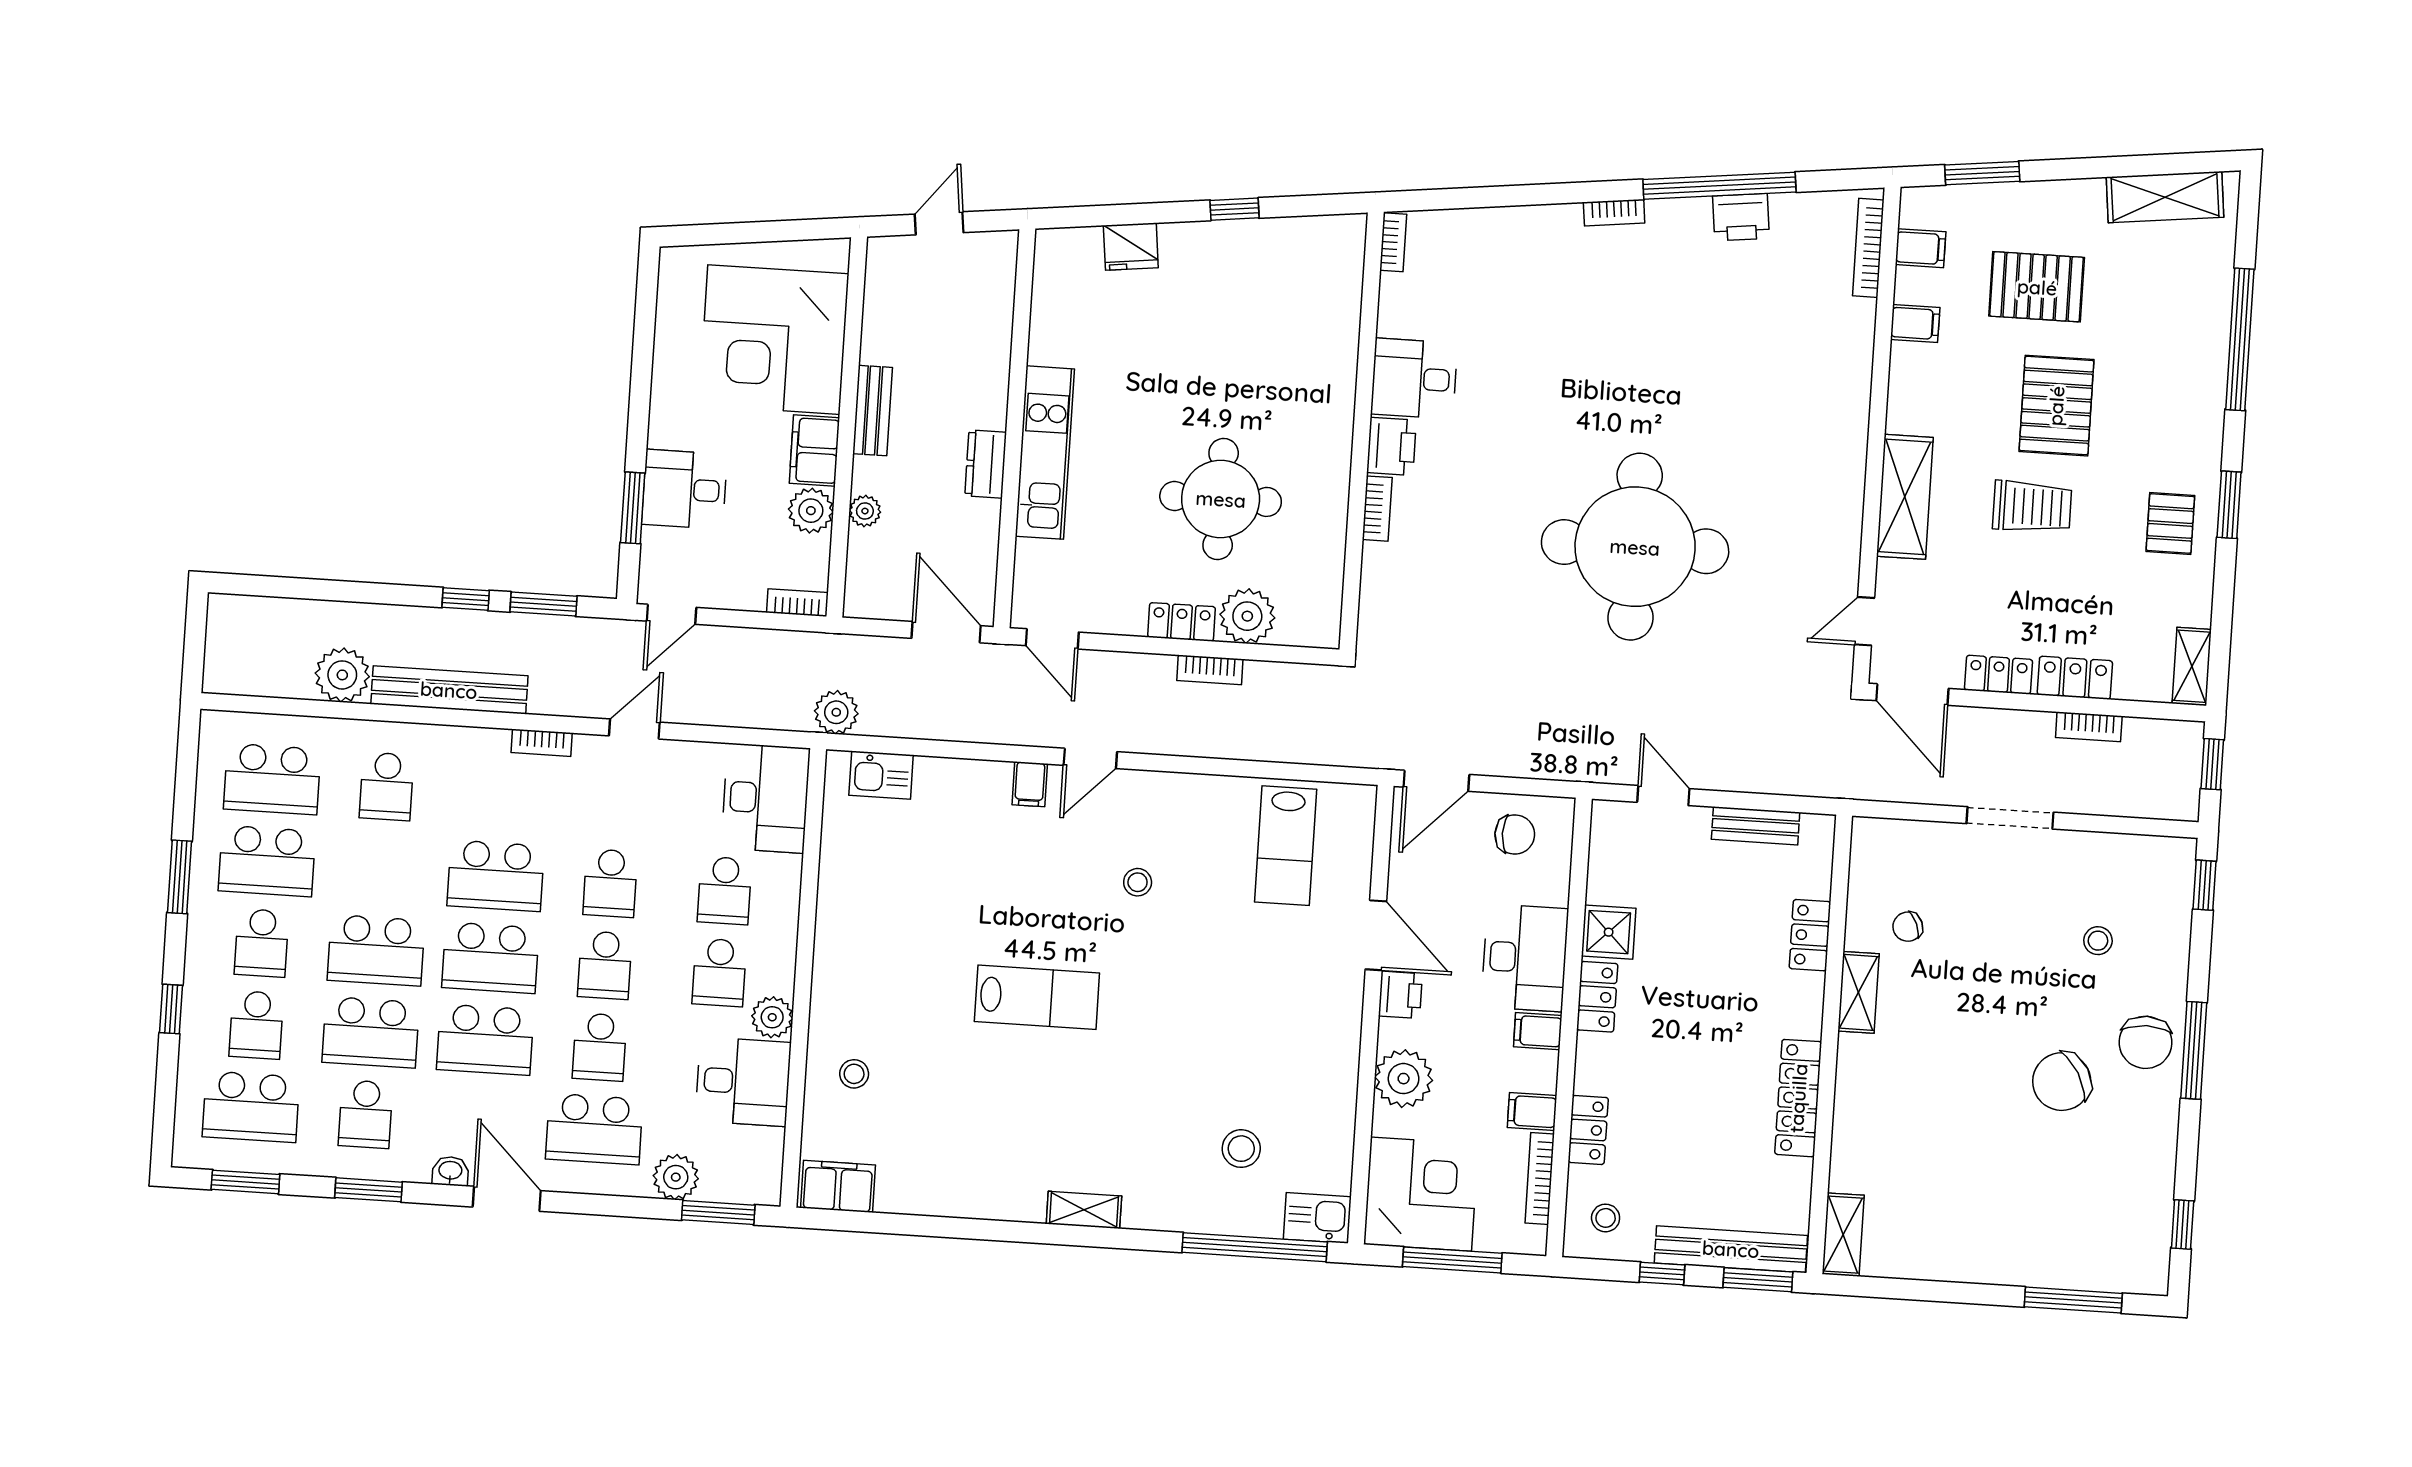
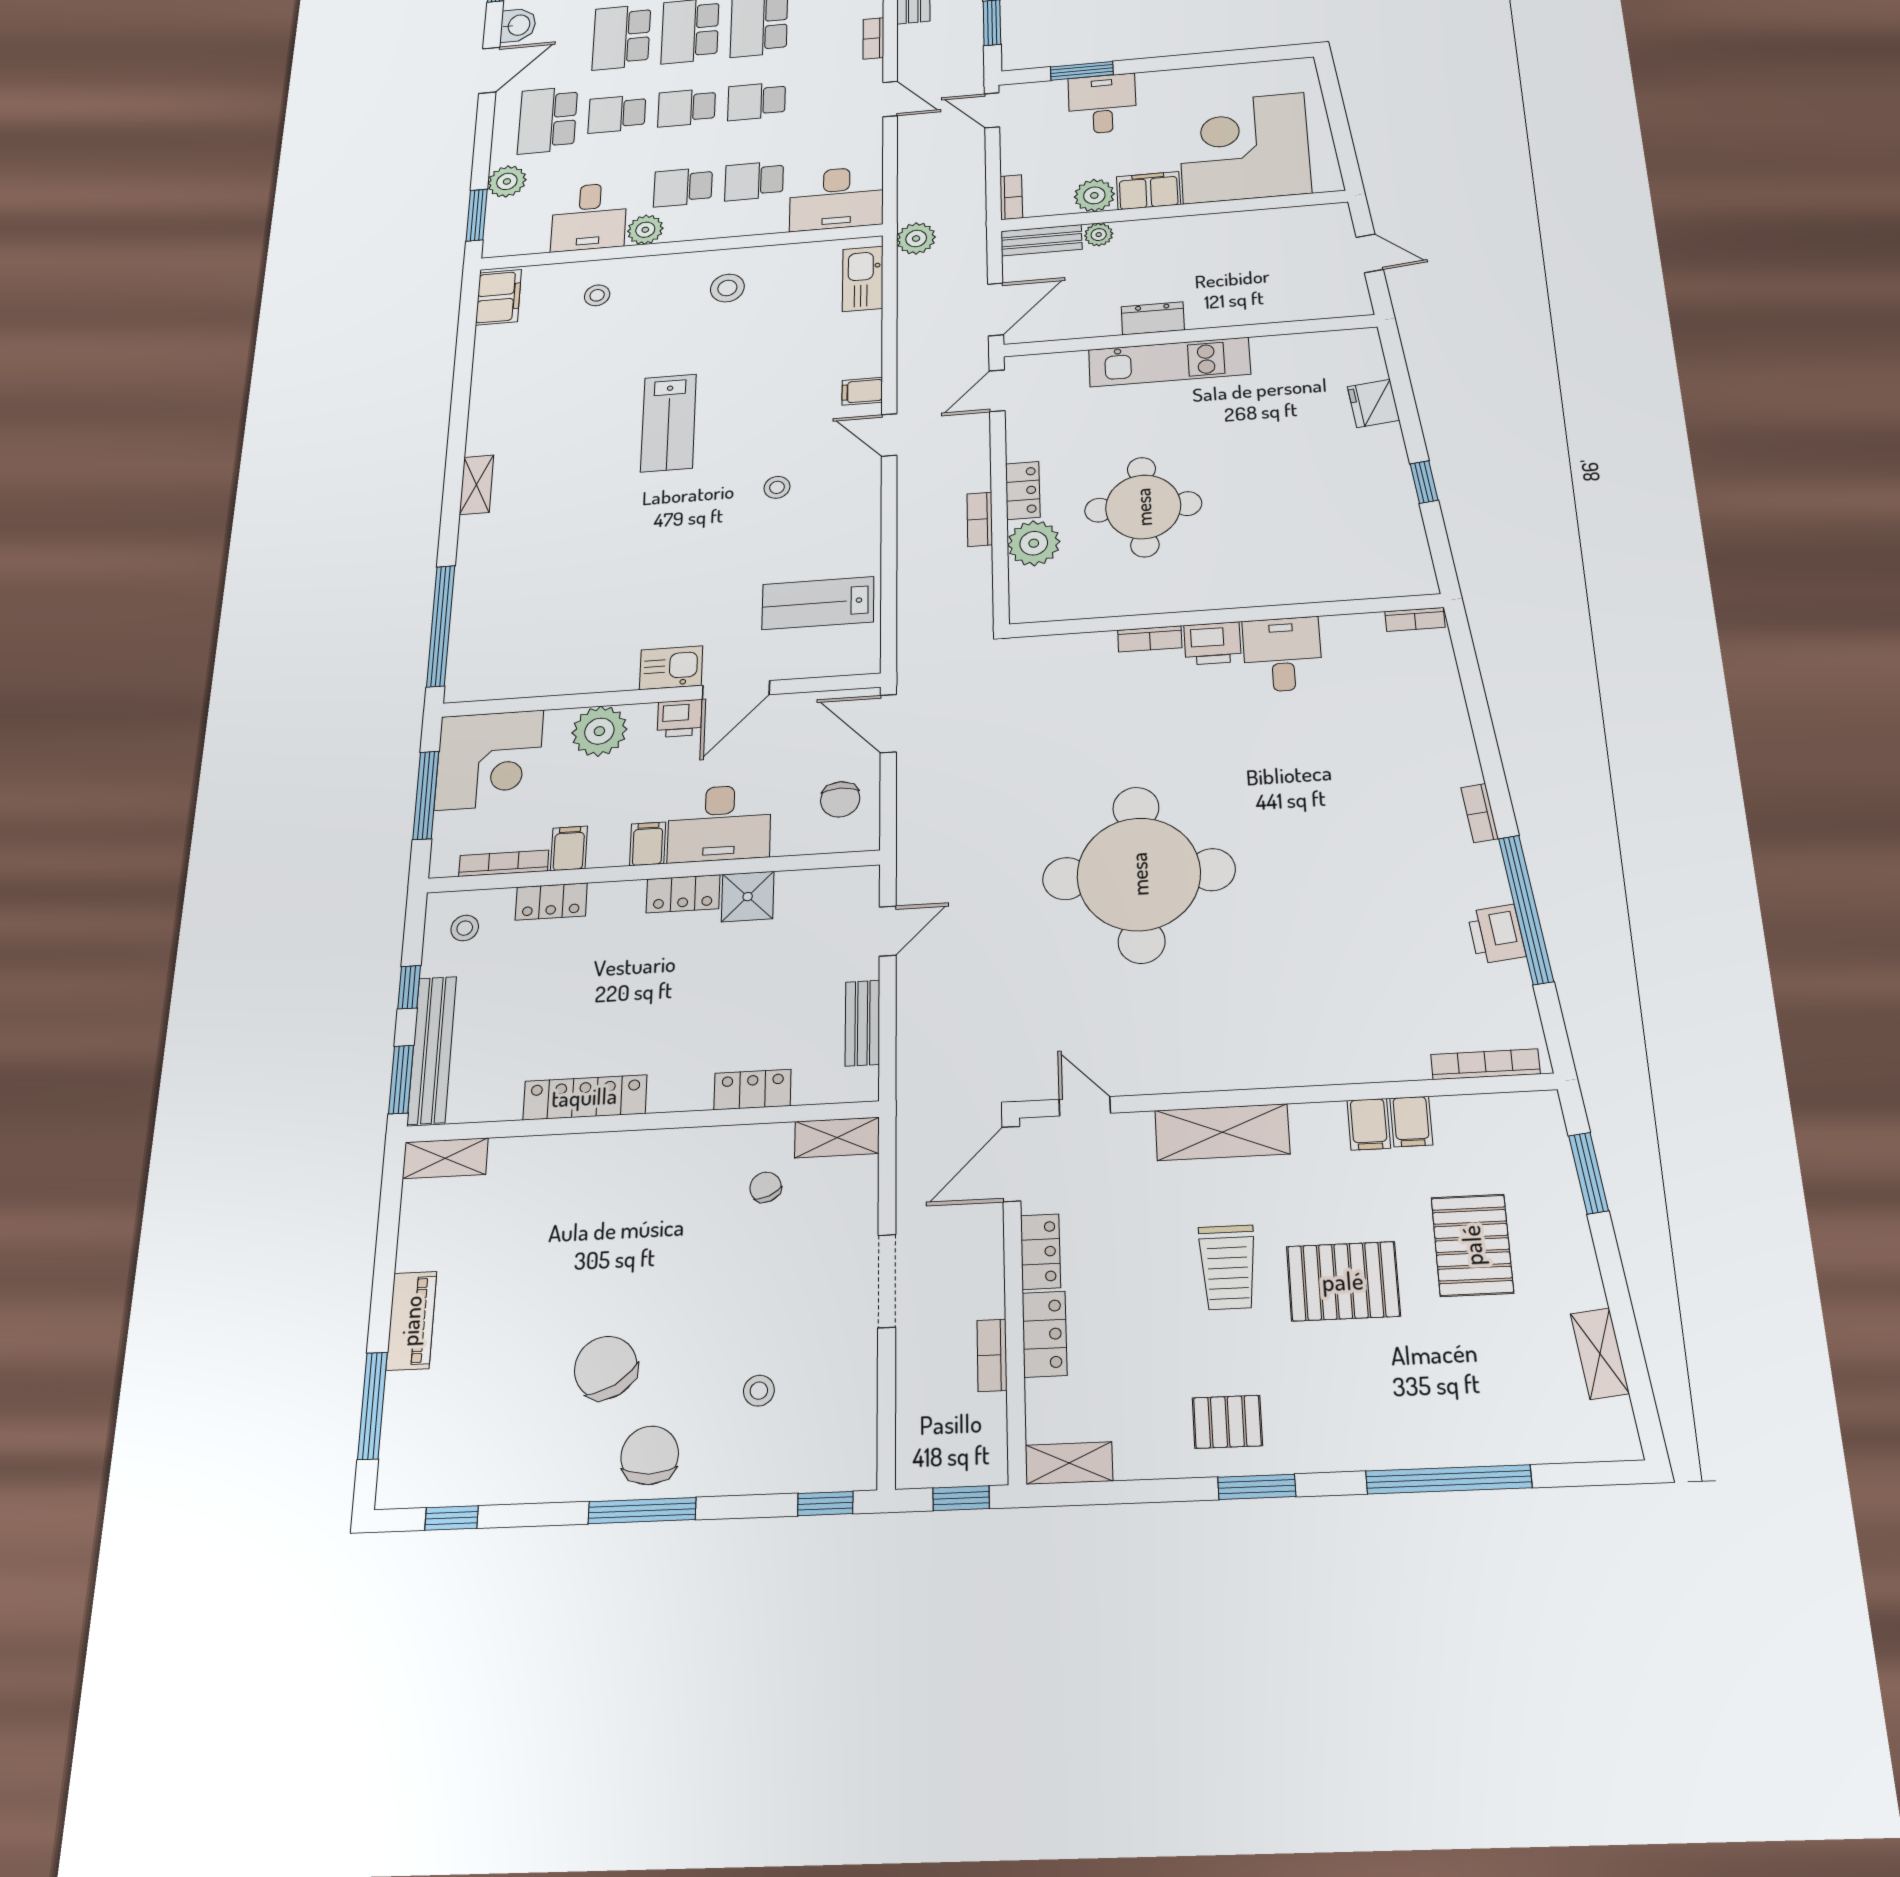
shelving: (2165, 197) -> (1600, 1354), width x0.67, depth x0.75
filing cabinet: (1921, 248) -> (1369, 1124), moved
bench: (873, 411) -> (1041, 240), moved
kitchen sink: (881, 775) -> (863, 279), width x1.38
shelving: (1859, 992) -> (837, 1138), moved
chair: (2146, 1042) -> (650, 1455), turned 90
stool: (1241, 1149) -> (727, 288), moved
washbasin: (450, 1171) -> (518, 25), width x1.38, depth x1.45
kitchen sink: (1317, 1218) -> (671, 668), moved, turned -90
piano: (1998, 1265) -> (411, 1321), added

